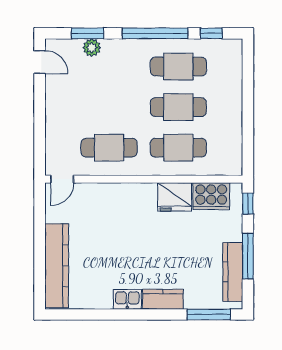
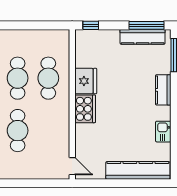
cafe table: (109, 148) -> (18, 131), moved
cooker: (211, 196) -> (85, 109), moved
window: (248, 256) -> (147, 25), moved
kitchen sink: (127, 299) -> (163, 132), moved

